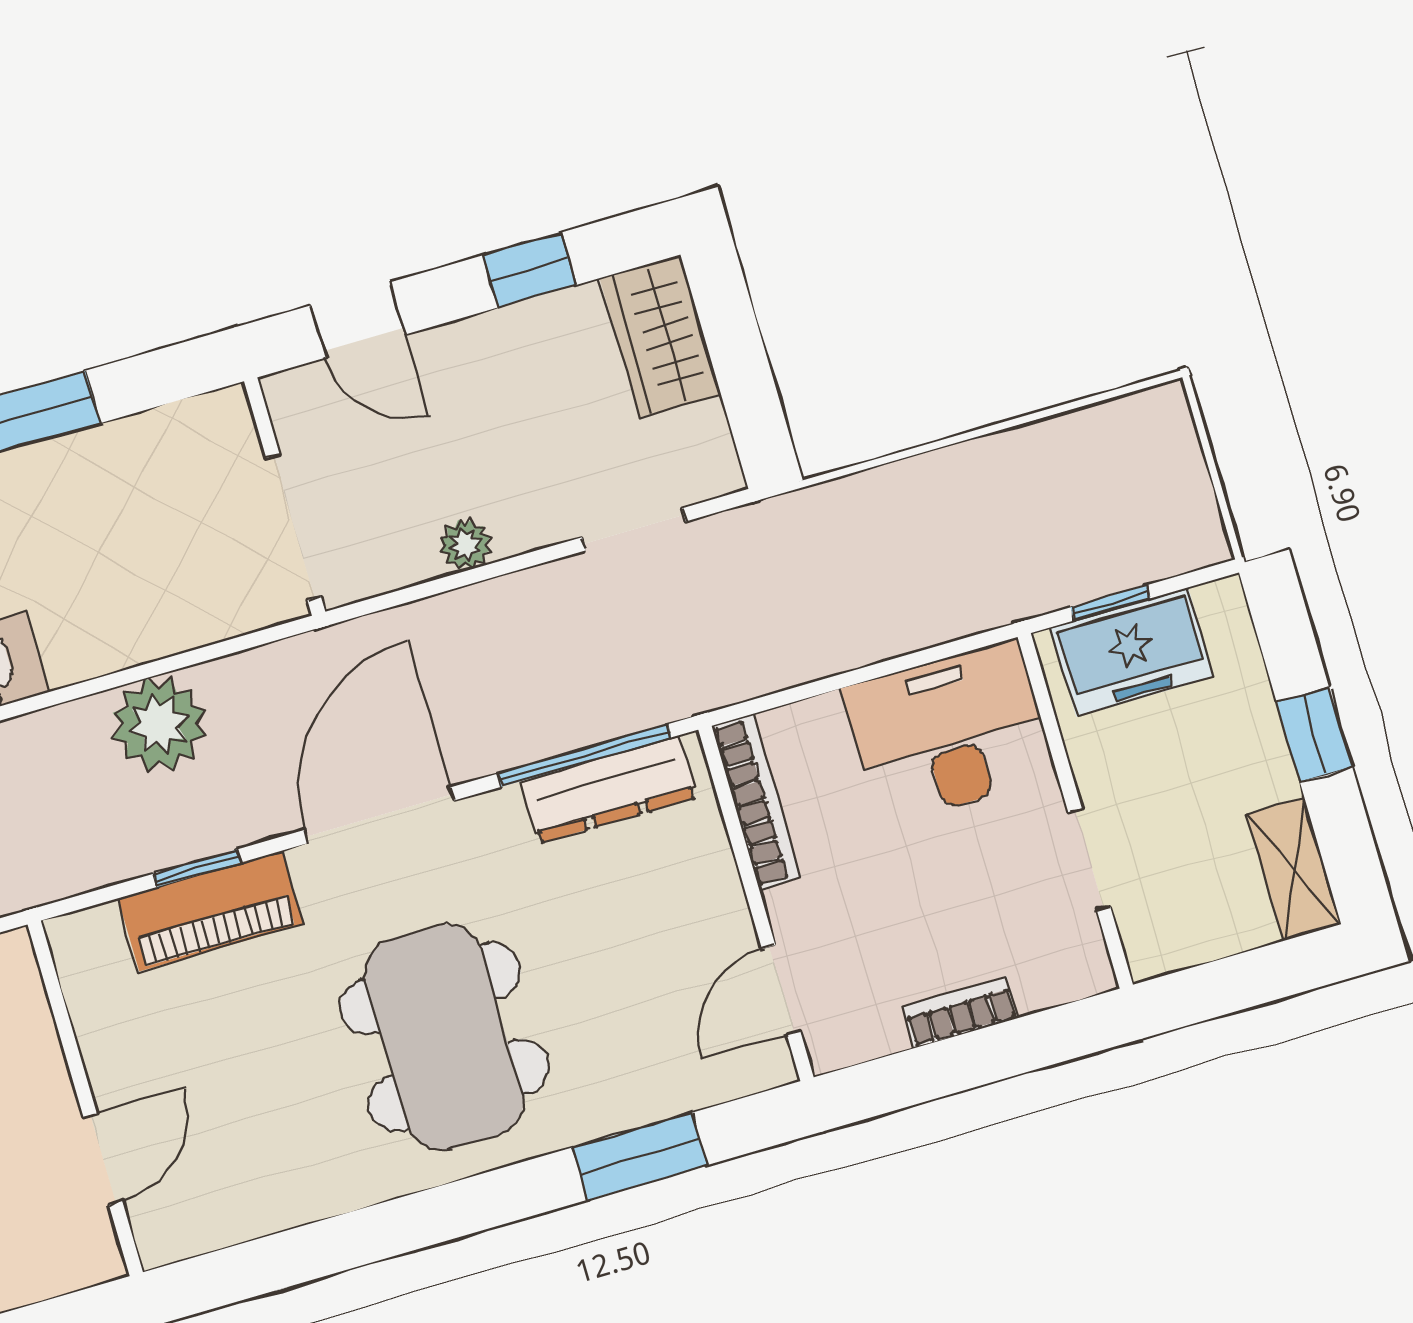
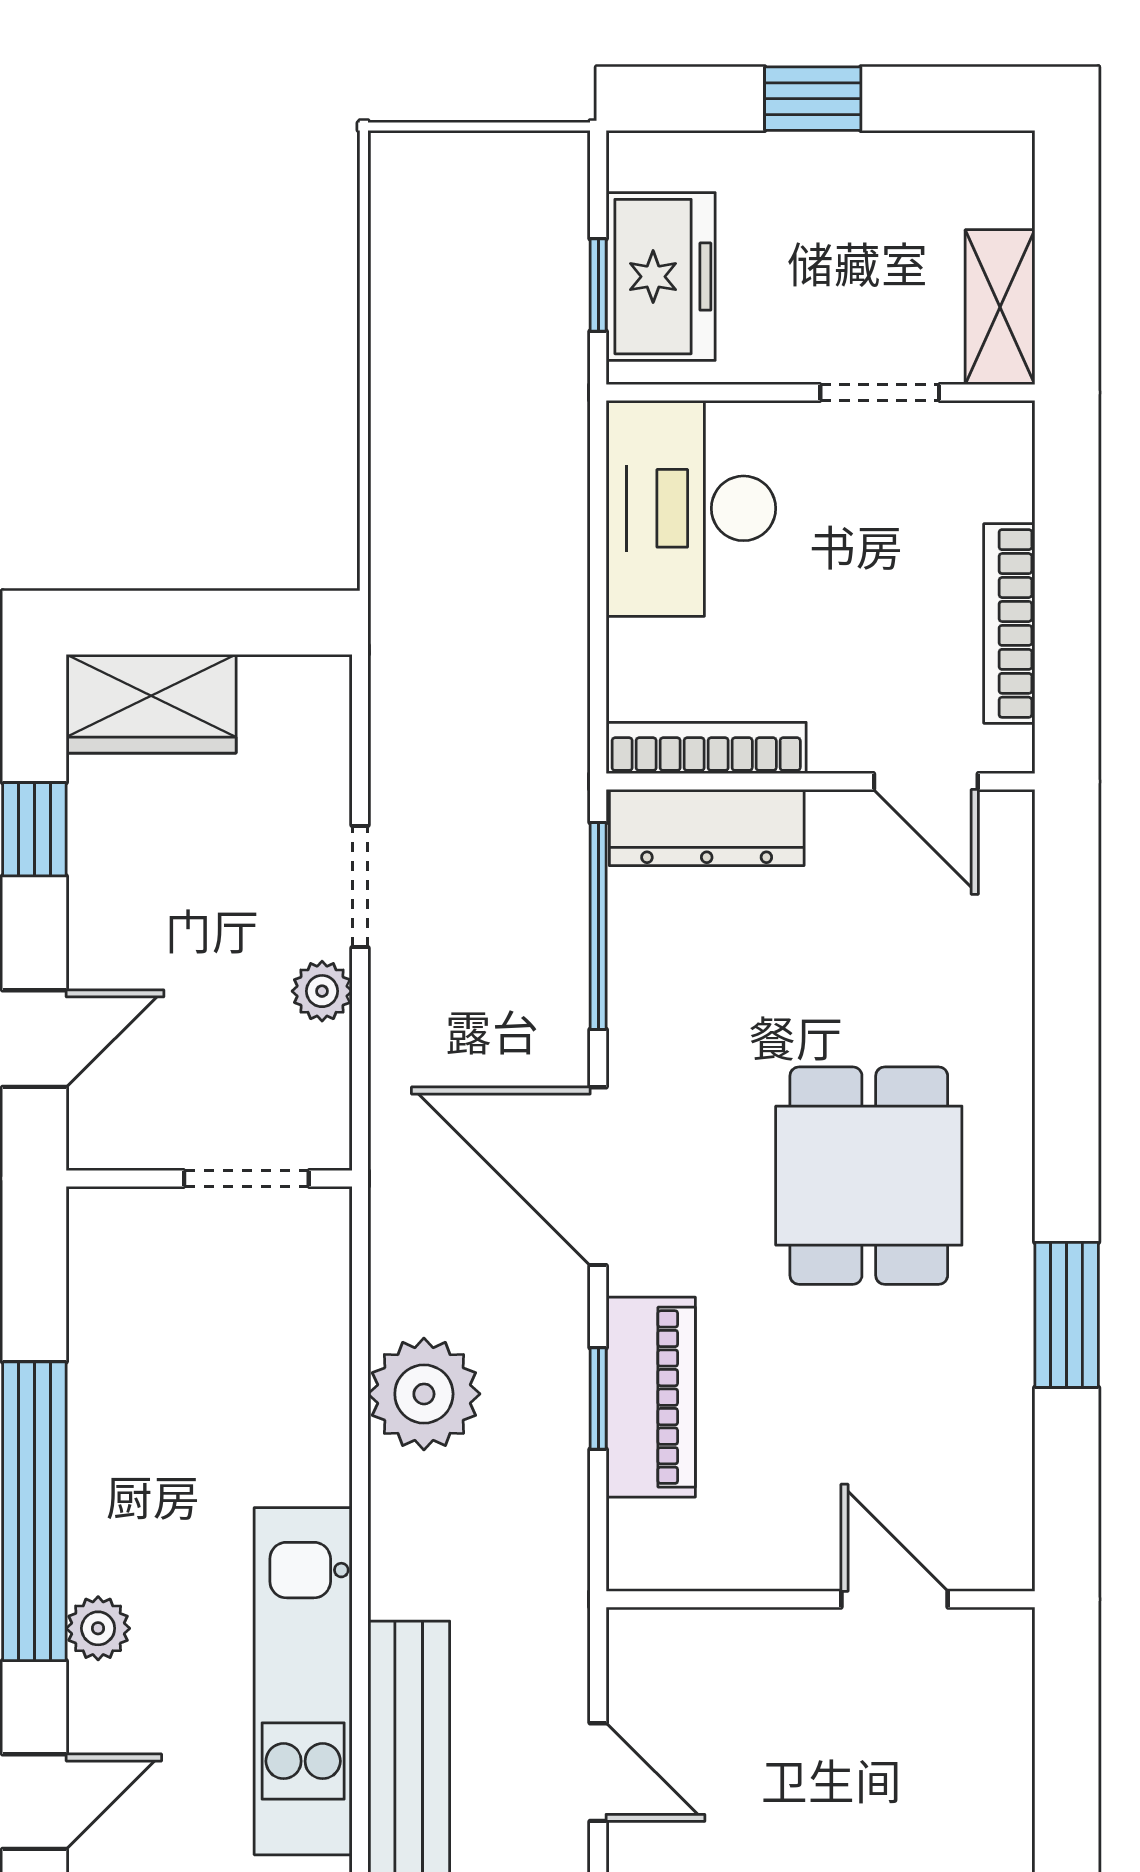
doorway: (294, 527) -> (246, 1178), width x0.73
doorway: (634, 529) -> (360, 886), moved
dresser: (609, 789) -> (707, 828), moved, turned 90
shelving: (1294, 869) -> (1000, 307), moved, turned 90
bookcase: (960, 1012) -> (1009, 623), width x1.56
dining table: (444, 1037) -> (869, 1176), width x0.73
window: (640, 1156) -> (1067, 1315), moved

